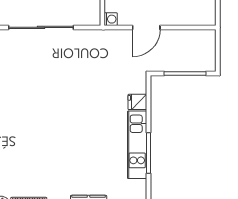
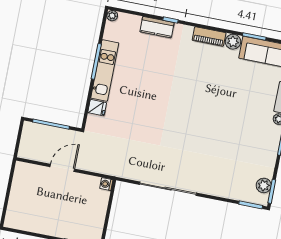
door: (146, 27) -> (62, 168), moved

